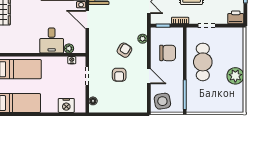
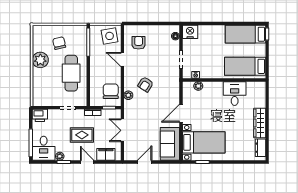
door: (87, 20) -> (181, 113), swing flipped
desk: (52, 40) -> (235, 94), moved
chair: (168, 53) -> (111, 91), moved, turned 90
armchair: (119, 75) -> (139, 43), moved
chair: (215, 94) -> (59, 43), added
nightstand: (66, 105) -> (190, 32), moved

